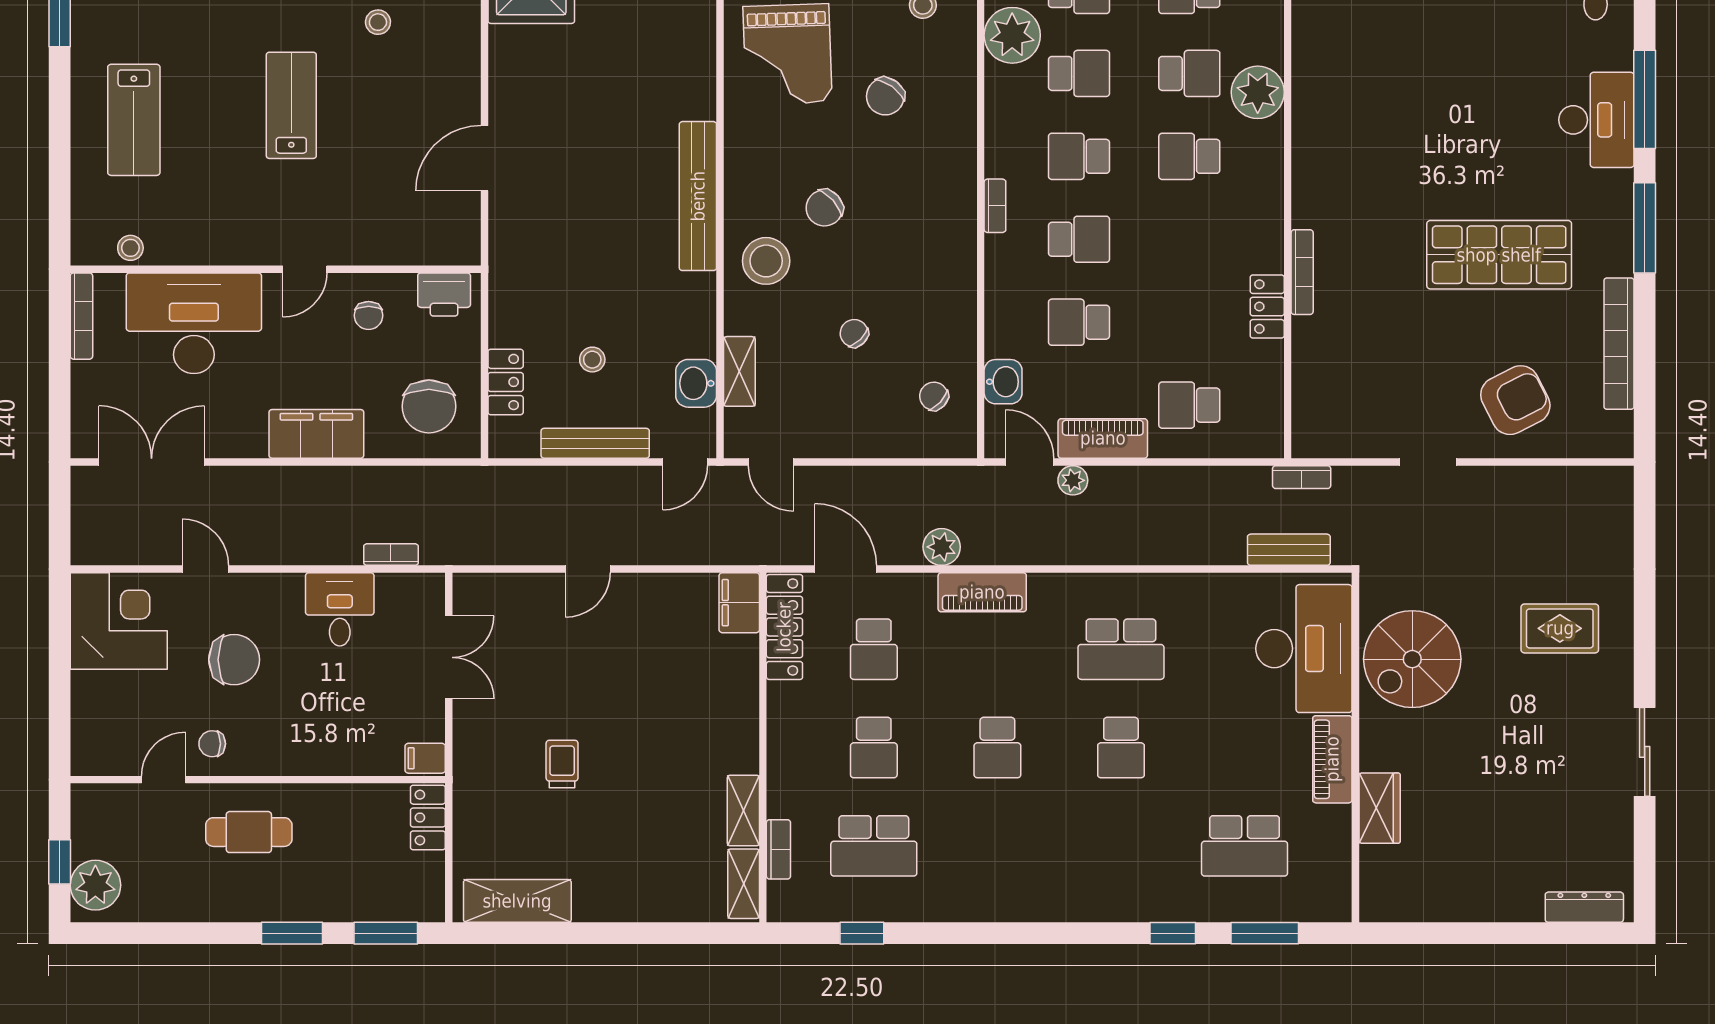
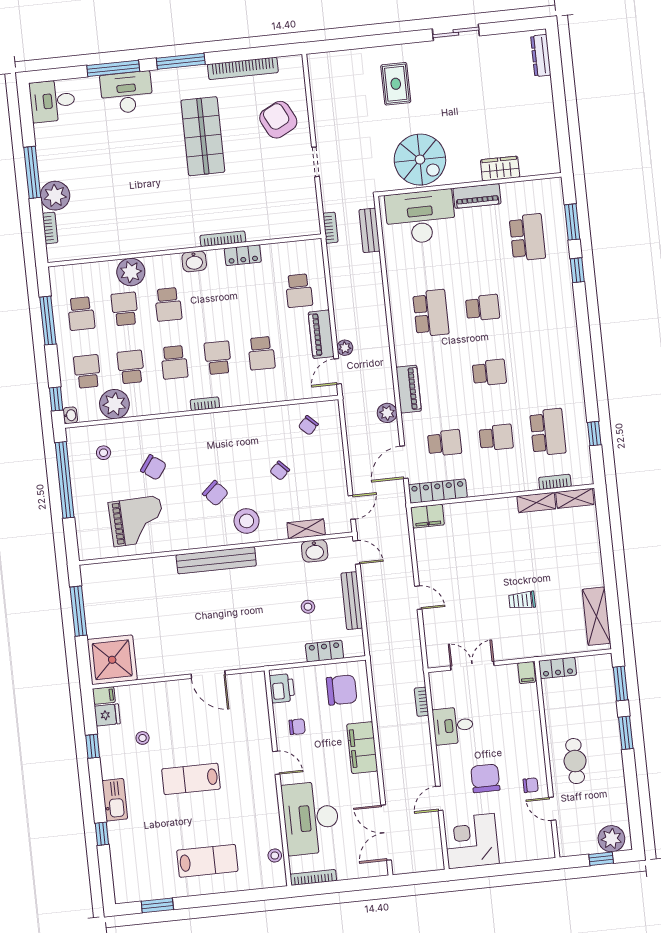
washbasin: (1003, 382) -> (194, 261), moved, turned 180
chair: (212, 744) -> (531, 785), turned -90

